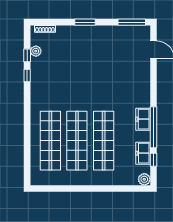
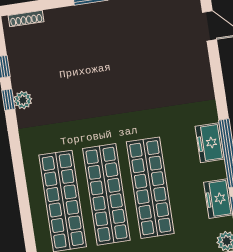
plant: (36, 51) -> (23, 100), moved

